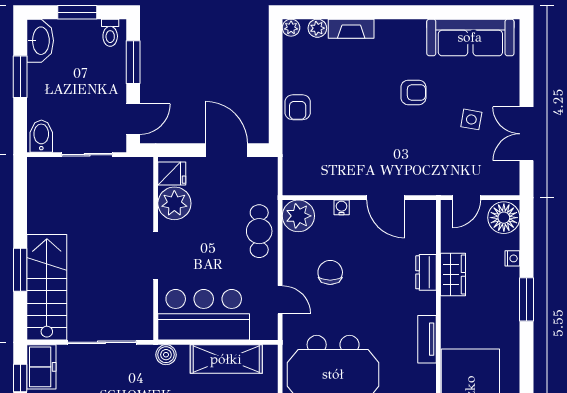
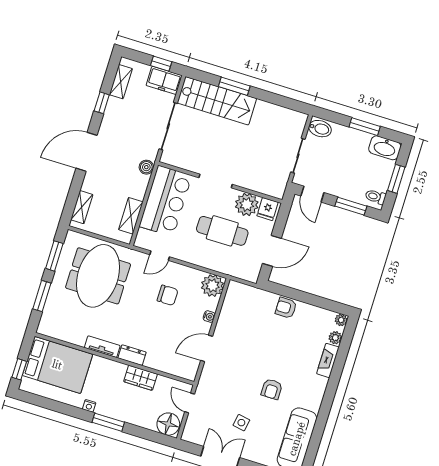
cafe table: (259, 231) -> (222, 231), moved, width x1.37, depth x1.35
nightstand: (512, 258) -> (89, 406), moved
dresser: (426, 272) -> (132, 355), moved
shelving: (226, 359) -> (131, 216), width x0.67, depth x0.75

